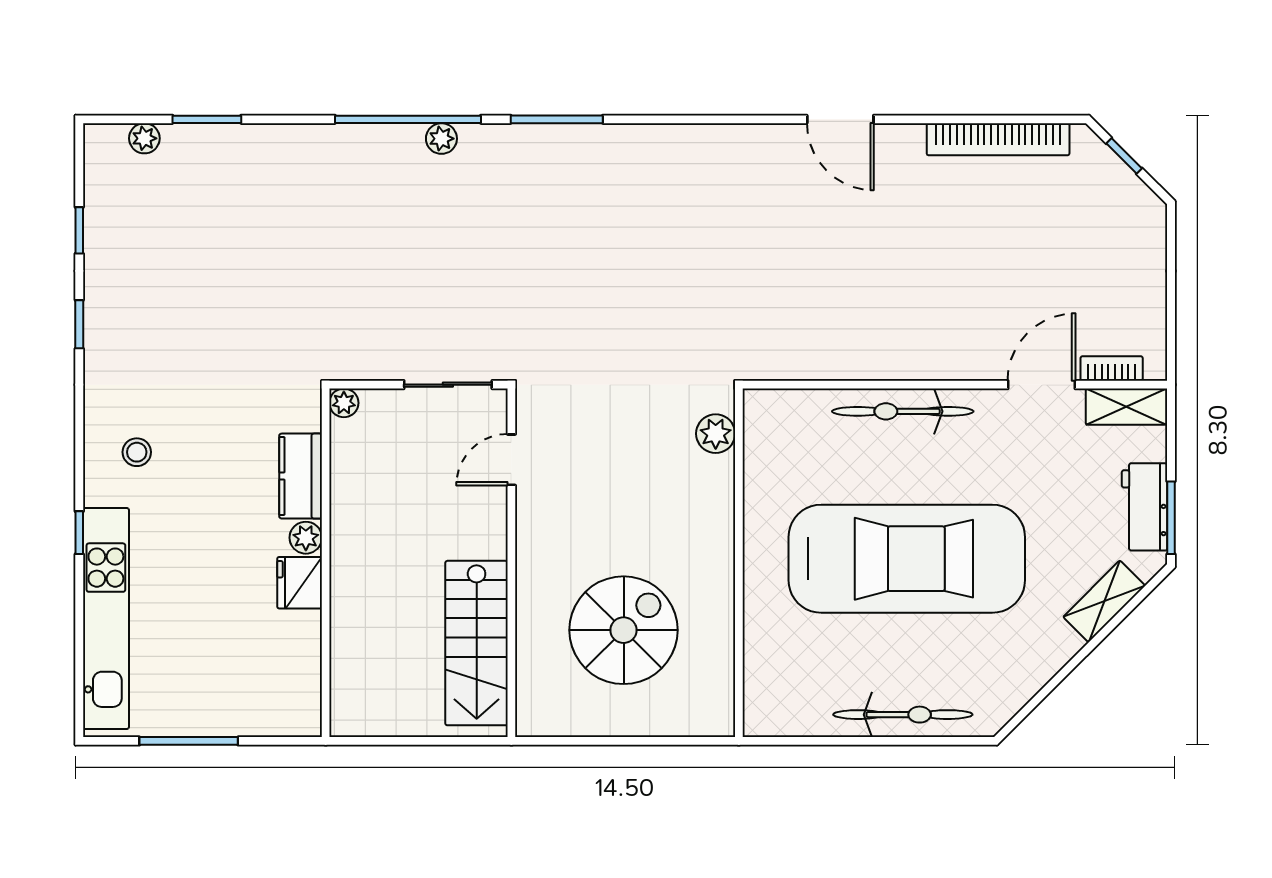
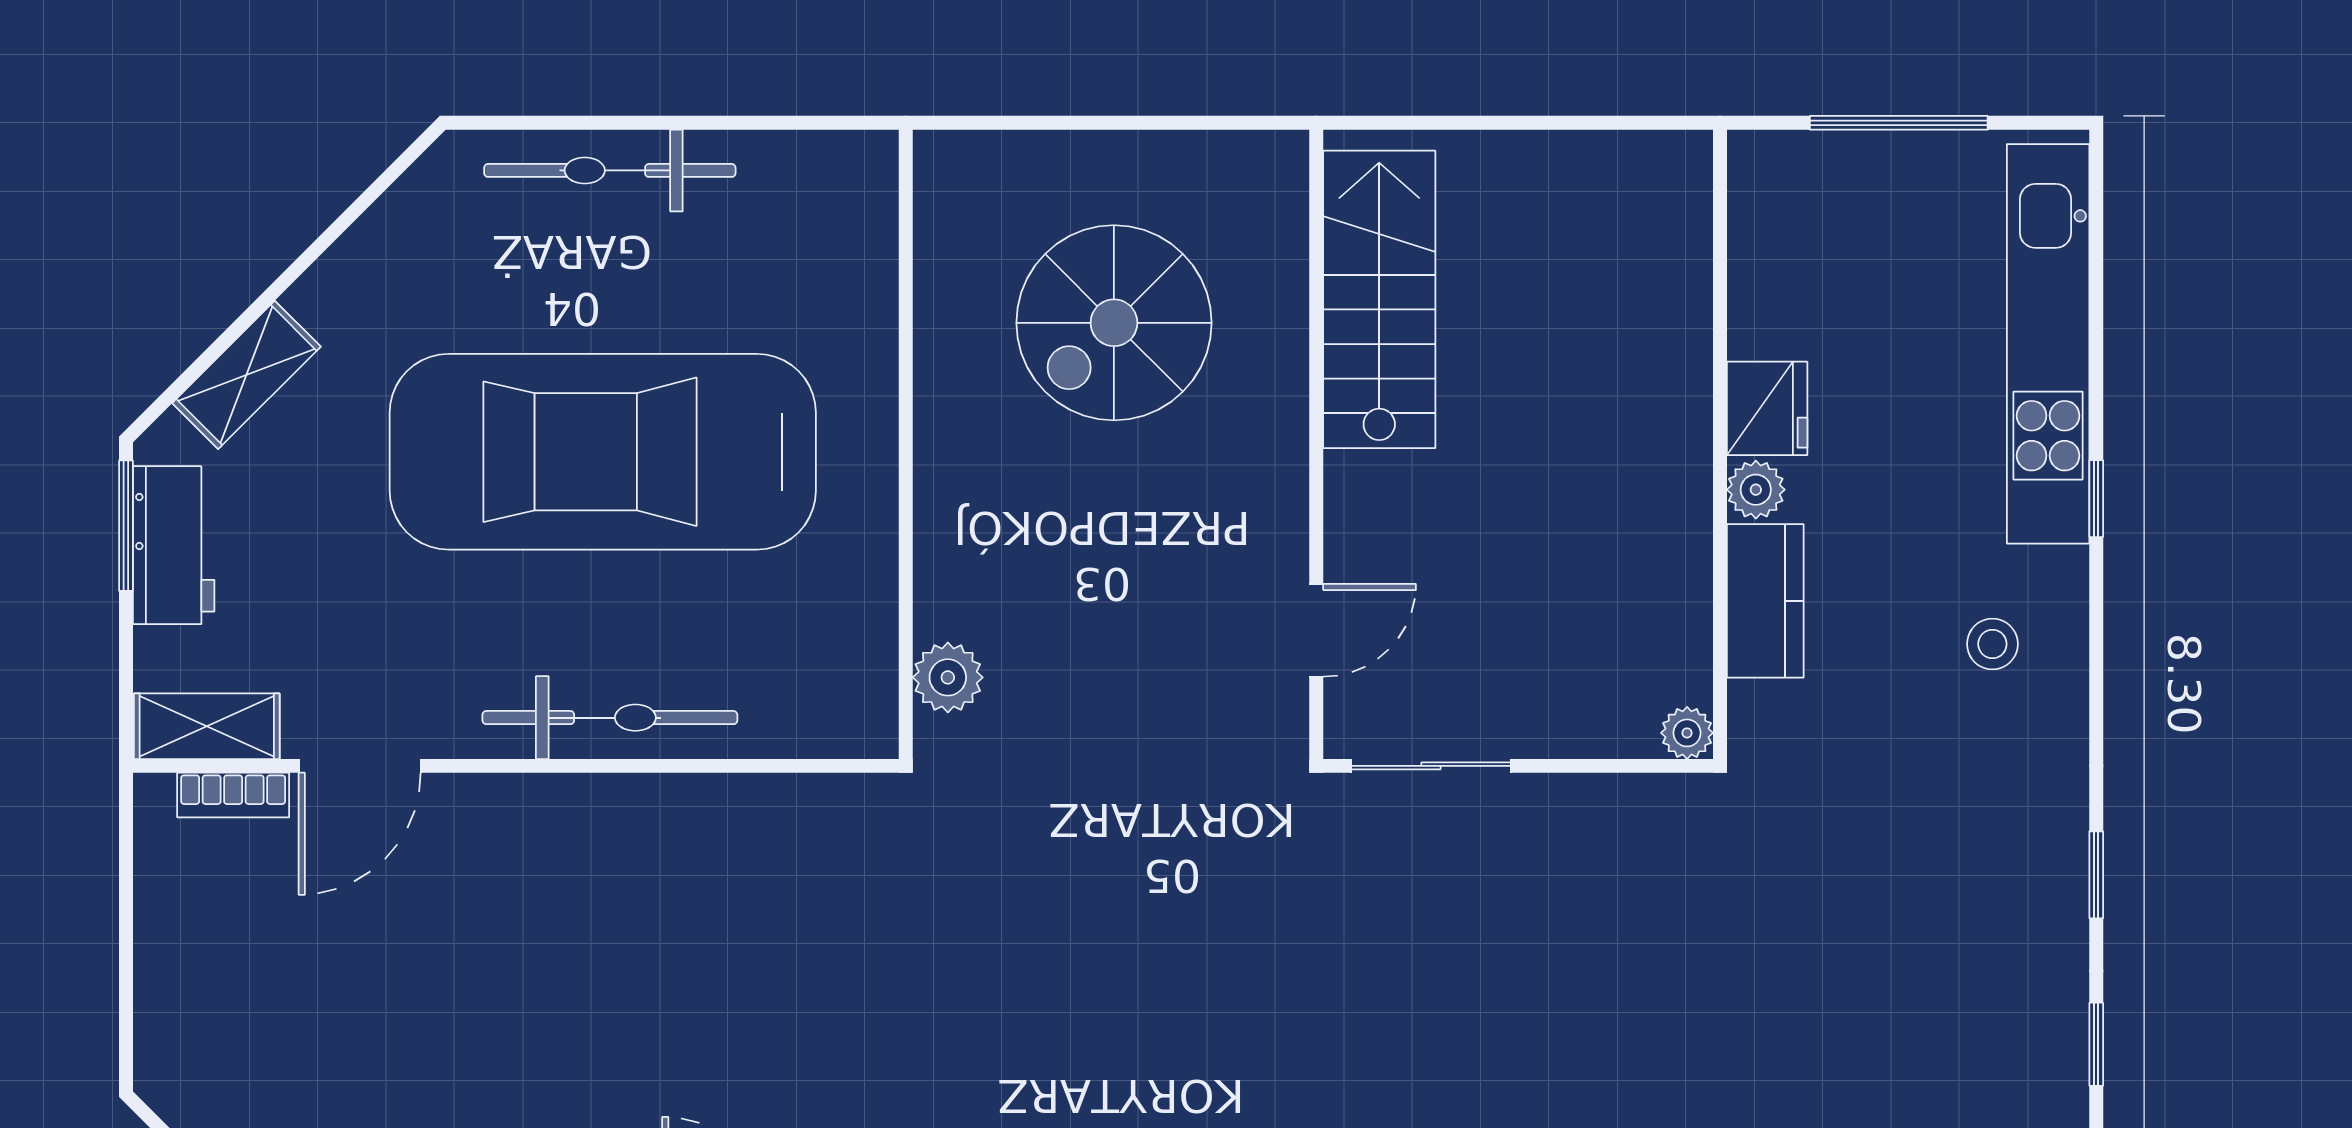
plant: (344, 403) -> (1687, 733), moved
kitchen counter: (301, 476) -> (1765, 601), moved
plant: (306, 538) -> (1756, 490), moved
wall: (326, 563) -> (1720, 444), moved
fridge: (300, 583) -> (1767, 408), moved

